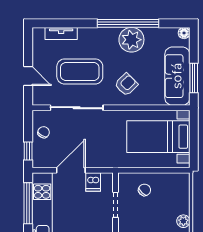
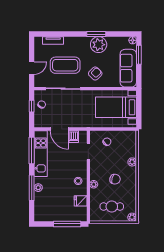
window: (128, 23) -> (96, 34), width x0.47
door: (28, 76) -> (32, 68), hinge flipped
window: (194, 78) -> (139, 55), moved
window: (28, 151) -> (32, 106), moved
door: (71, 170) -> (59, 129), swing flipped

